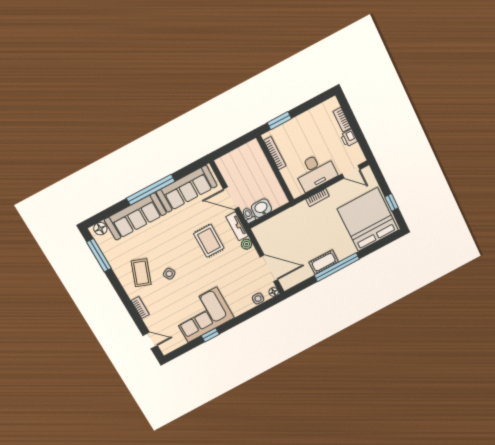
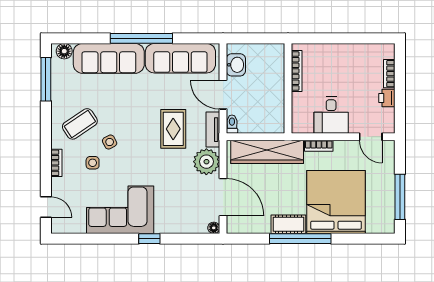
window: (279, 121) -> (320, 38), removed
desk: (315, 171) -> (331, 115), width x0.73
window: (392, 202) -> (400, 197), width x2.17
washbasin: (261, 208) -> (236, 65), moved, turned 90
bed: (368, 220) -> (336, 202), moved
wardrobe: (283, 221) -> (267, 152), added
plant: (247, 244) -> (206, 162), width x1.88, depth x1.88
coffee table: (141, 273) -> (80, 124), turned 36
side table: (258, 299) -> (93, 163), moved
window: (210, 335) -> (149, 239), moved

